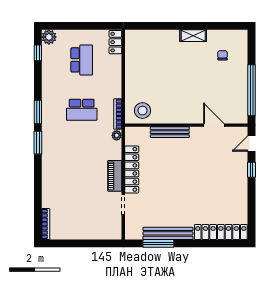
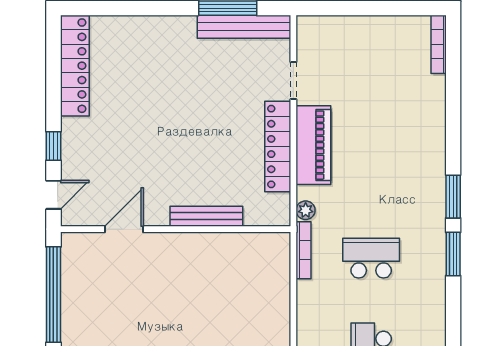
stool: (143, 111) -> (257, 257), removed
door: (214, 125) -> (124, 229), swing flipped
piano: (115, 176) -> (313, 145), width x1.37, depth x1.33
locker: (221, 232) -> (75, 66), moved, turned -90
bench: (168, 233) -> (244, 27), moved

